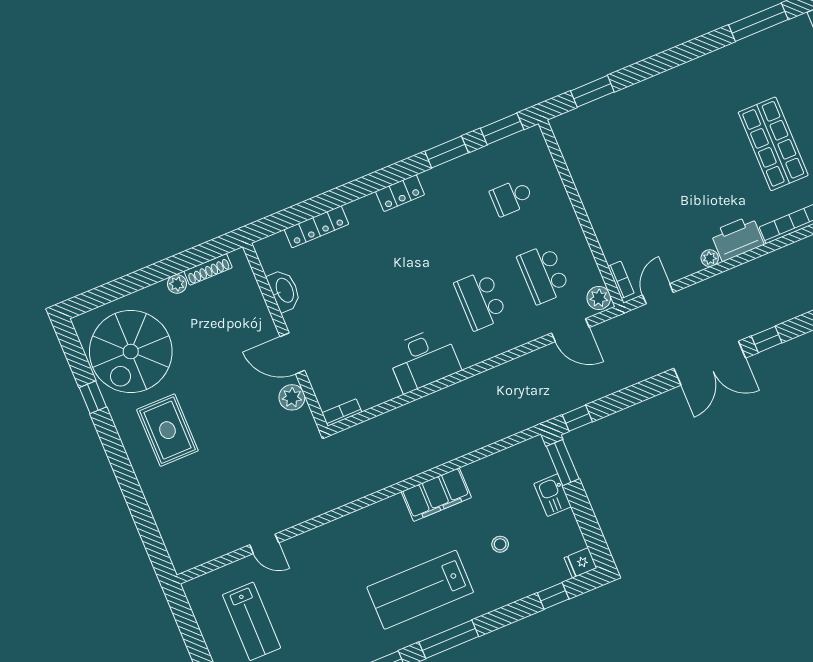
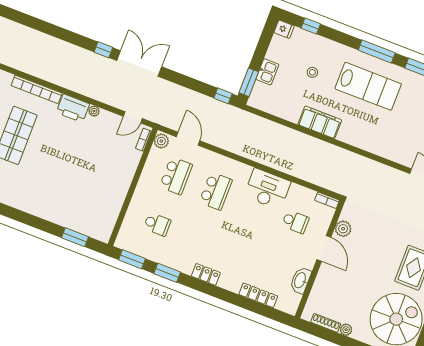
school desk: (355, 353) -> (295, 222), added

